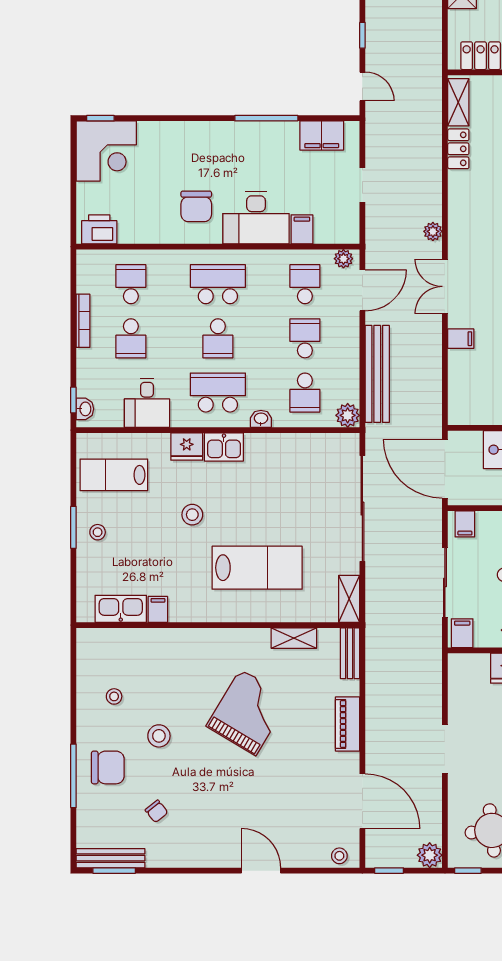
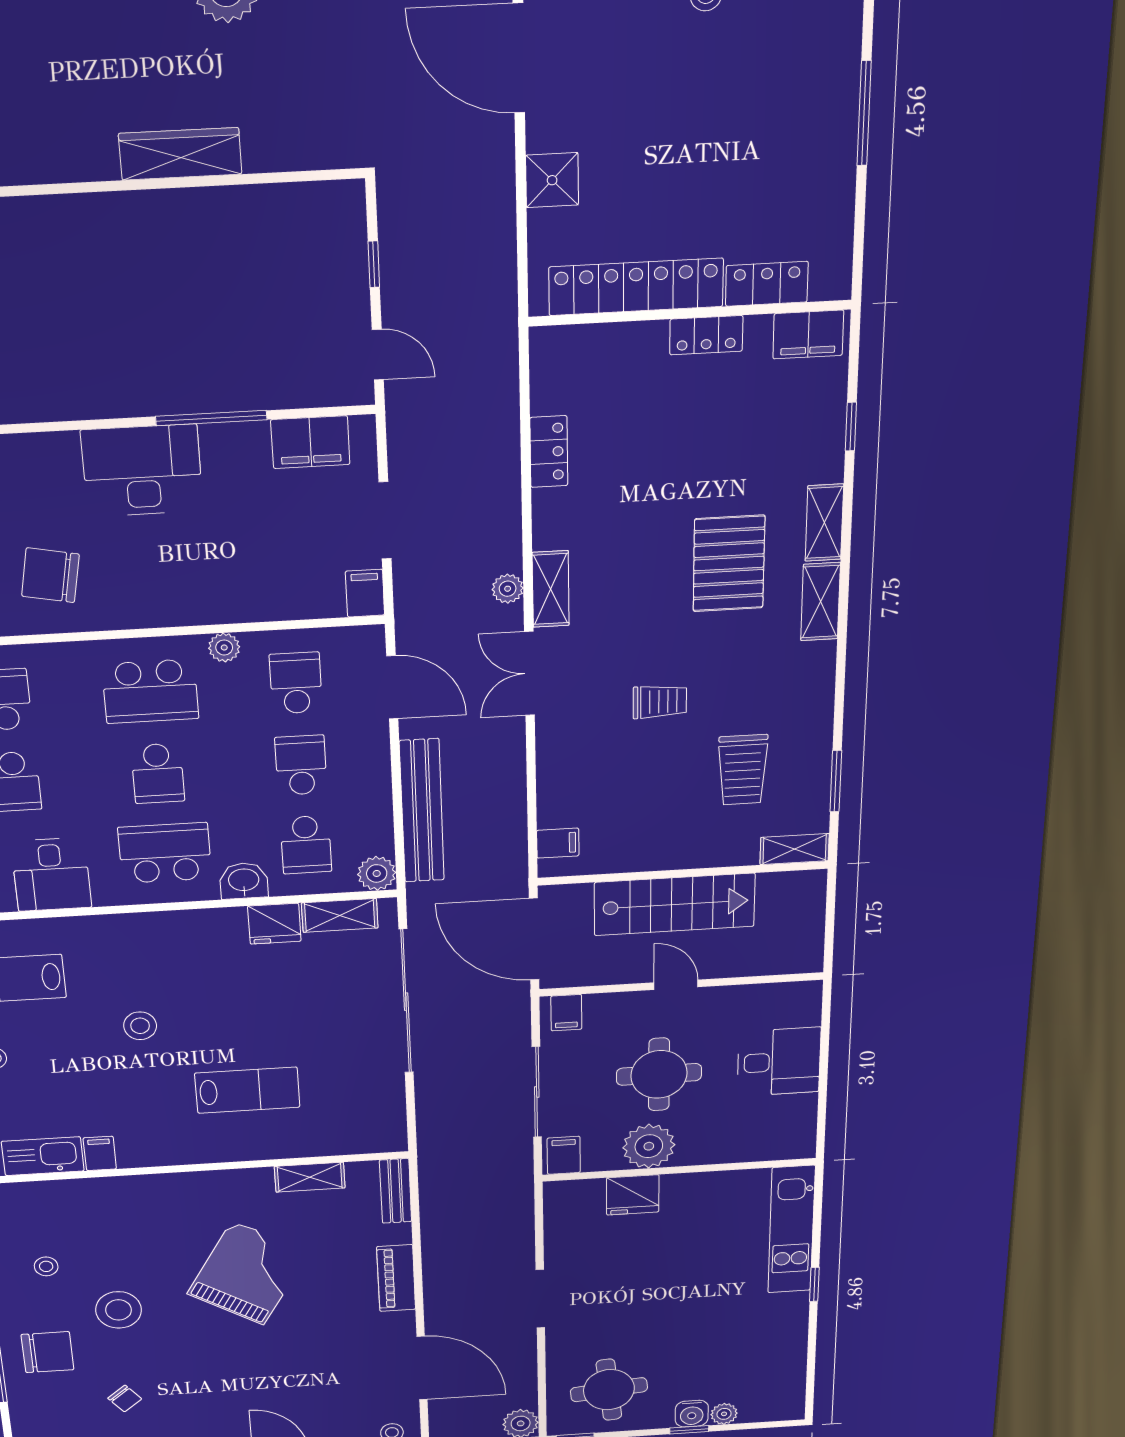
shelving: (458, 102) -> (551, 589), moved
doorway: (362, 185) -> (385, 520), width x1.38
chair: (196, 206) -> (50, 575), moved, turned 101
desk: (256, 218) -> (142, 471), moved, turned 180
filing cabinet: (302, 229) -> (365, 593), moved
plant: (343, 259) -> (224, 648), moved
school desk: (218, 284) -> (150, 691), turned 180
door: (362, 290) -> (392, 687), hinge flipped
filing cabinet: (461, 339) -> (558, 843), moved
washbasin: (261, 419) -> (244, 881), width x1.38, depth x1.45
fridge: (187, 447) -> (274, 924), moved
kitchen sink: (224, 447) -> (182, 930), removed
lab bench: (257, 568) -> (247, 1090), width x0.73, depth x0.72
shelving: (349, 599) -> (340, 915), moved, turned 90
stool: (159, 736) -> (118, 1310), width x1.38, depth x1.38

